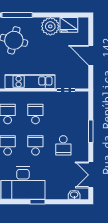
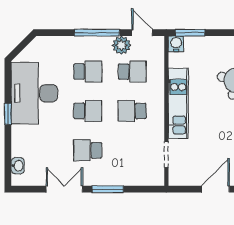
school desk: (35, 114) -> (132, 111), turned 180
double door: (91, 175) -> (64, 189), moved

